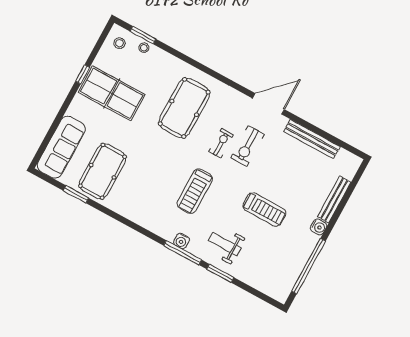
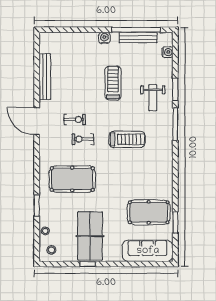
window: (143, 35) -> (37, 205), moved
exercise bike: (248, 146) -> (75, 120), width x0.73, depth x0.72
bench: (334, 199) -> (138, 38), moved
water cooler: (181, 241) -> (167, 52), moved

